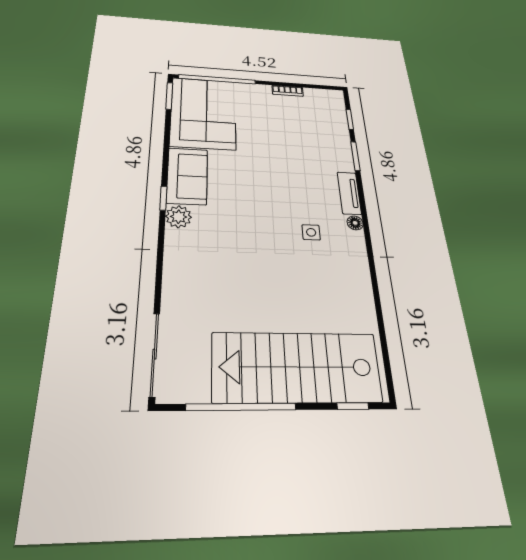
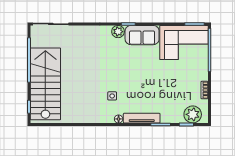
plant: (331, 110) -> (193, 114), added
tv unit: (349, 193) -> (142, 118), width x1.41

